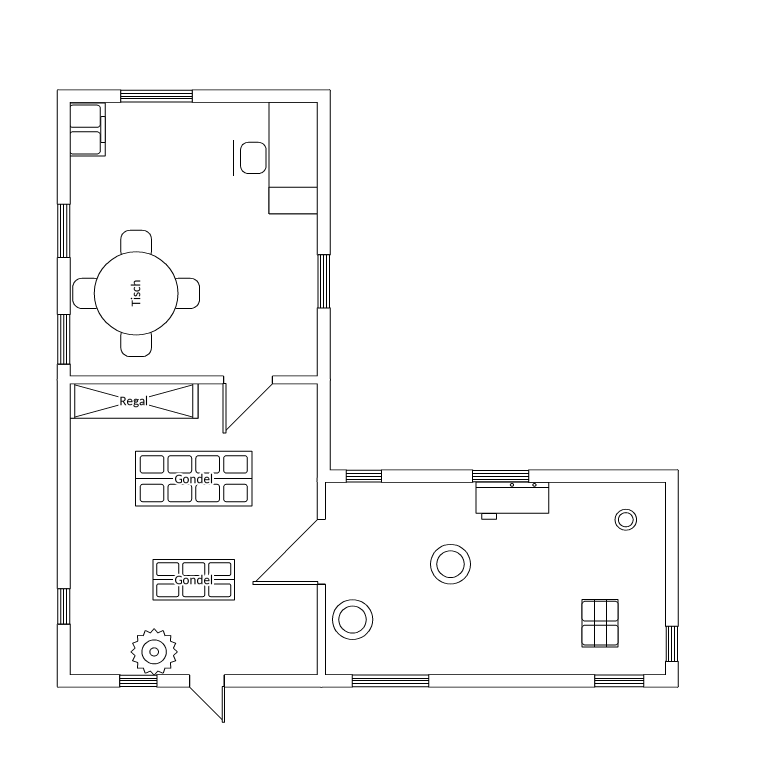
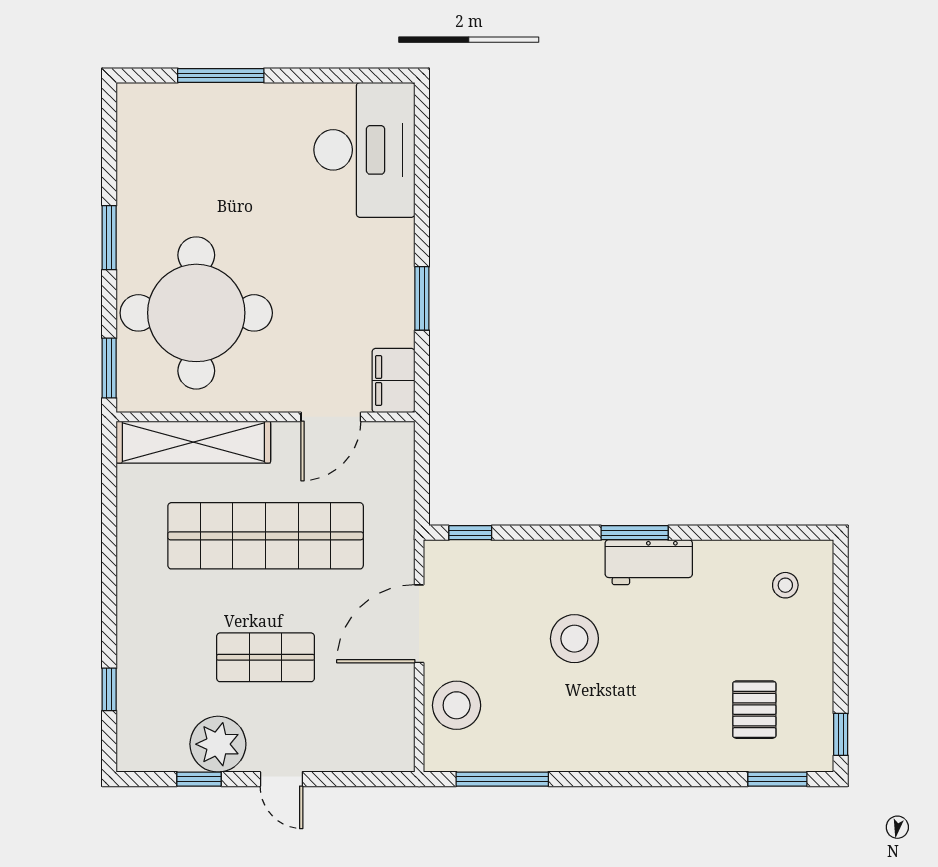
filing cabinet: (87, 130) -> (394, 381), moved, turned 180
shop shelf: (194, 479) -> (266, 536), width x1.40

